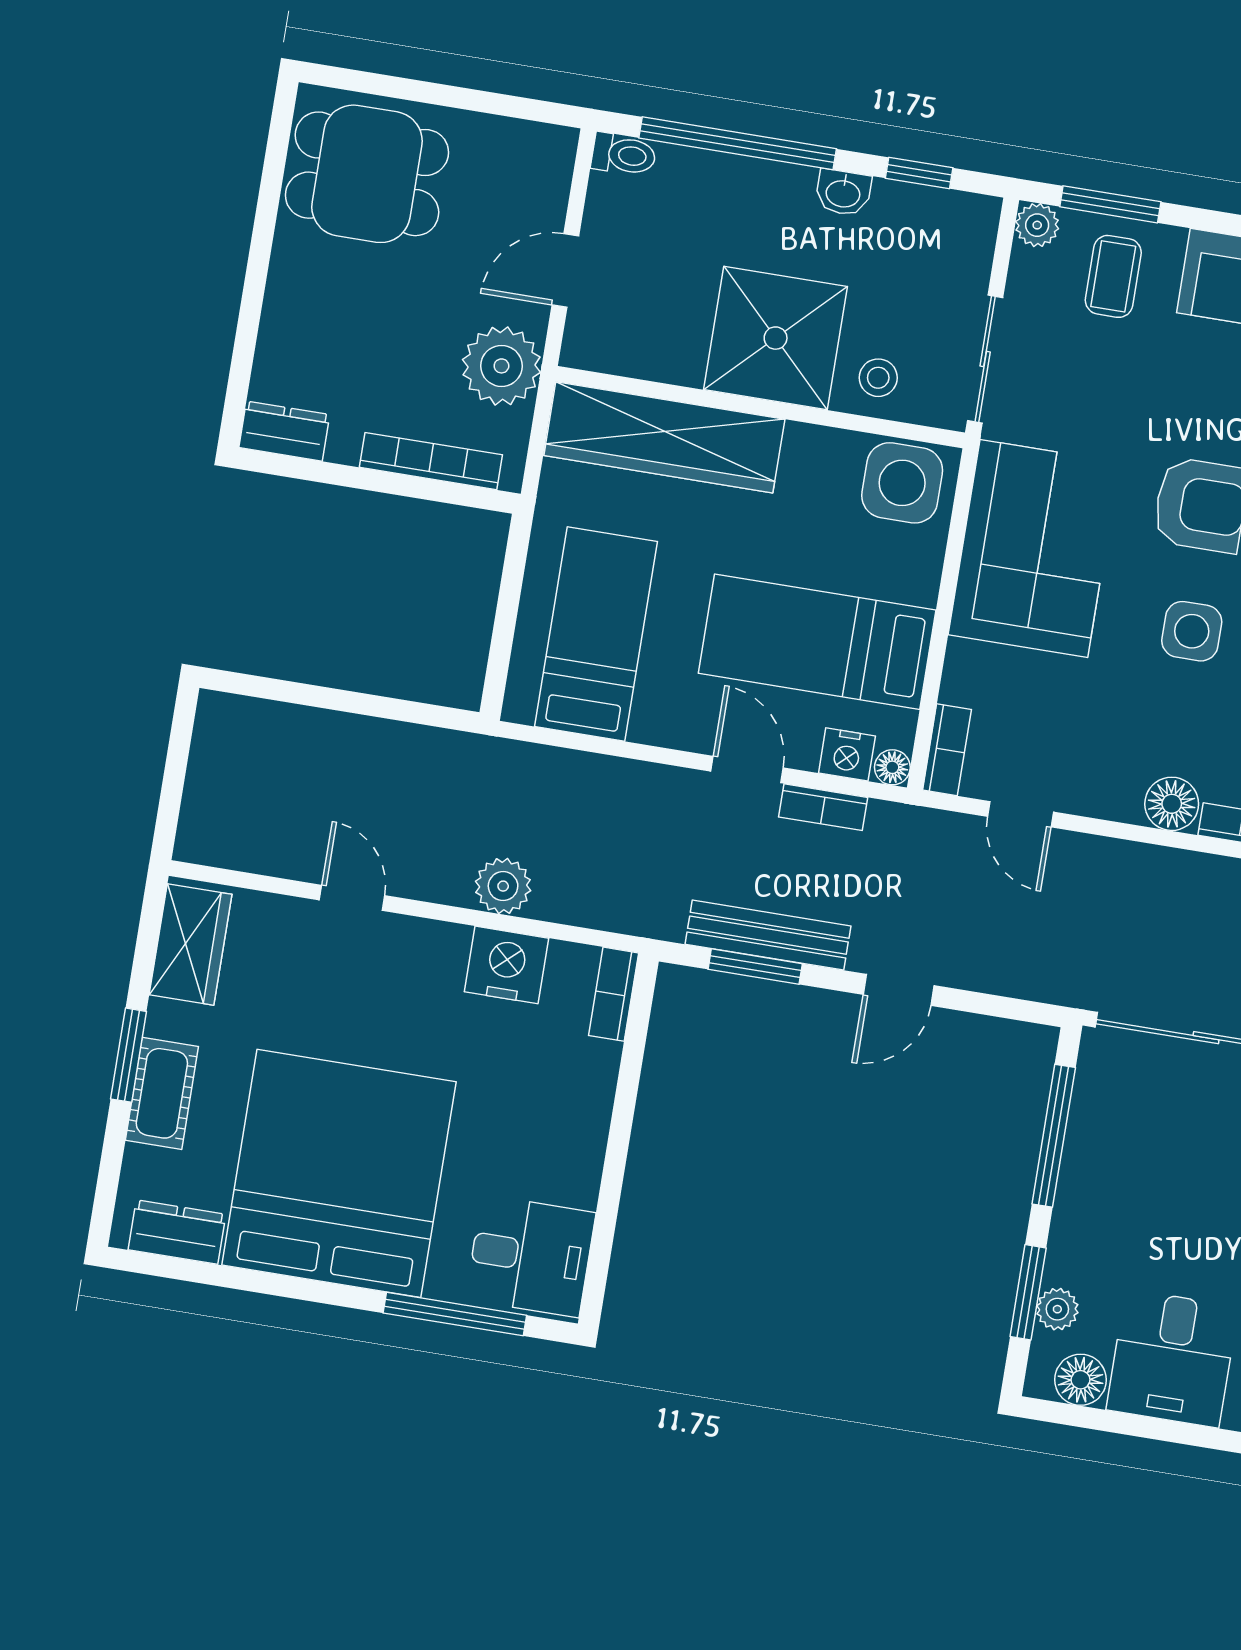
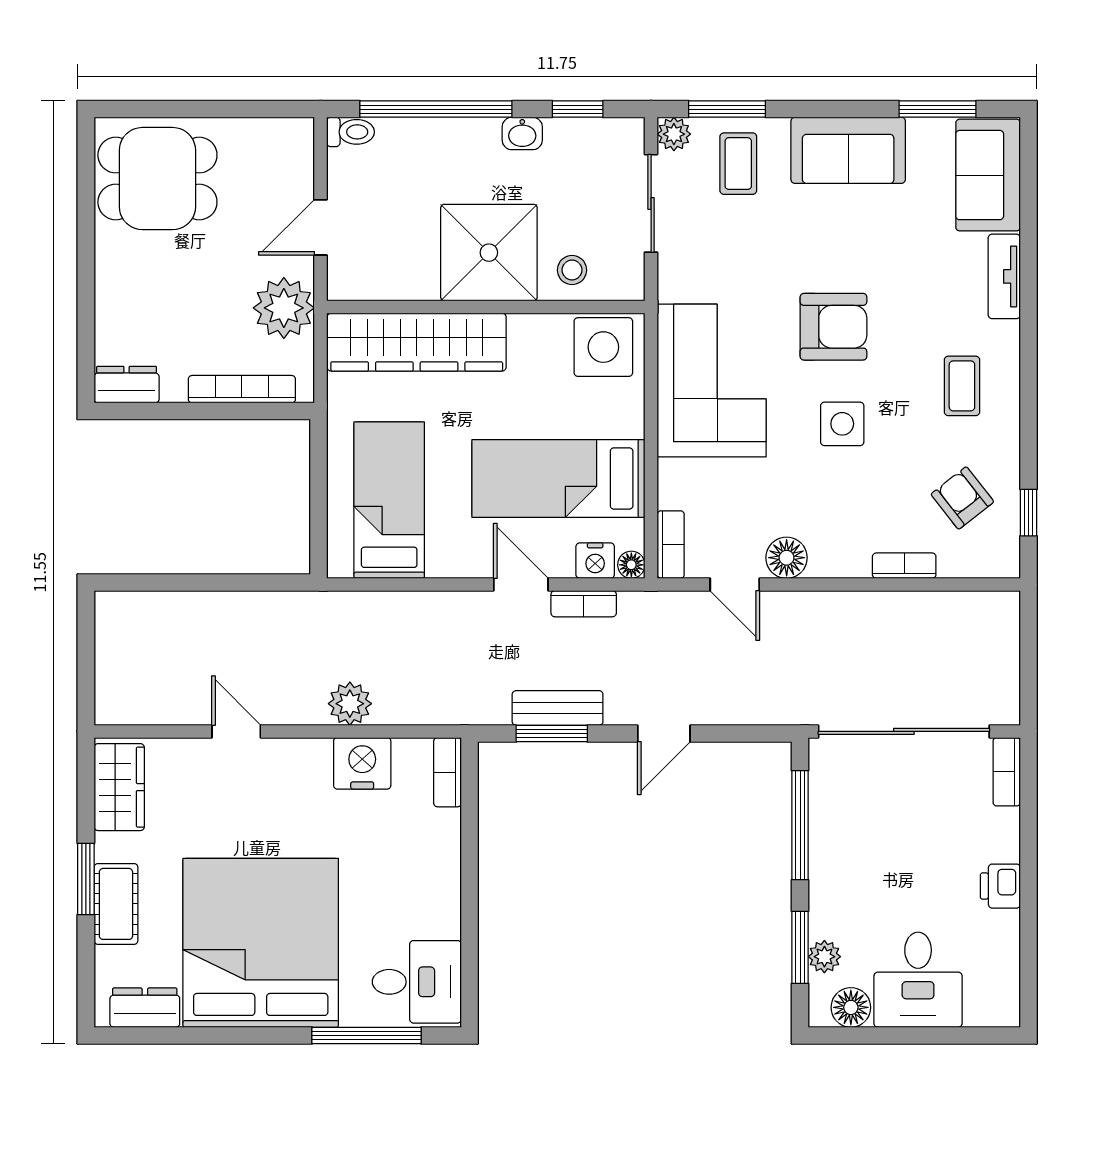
sliding door: (985, 359) -> (651, 203), moved
floor lamp: (1172, 804) -> (787, 558), moved
bench: (768, 935) -> (558, 708), width x0.73

